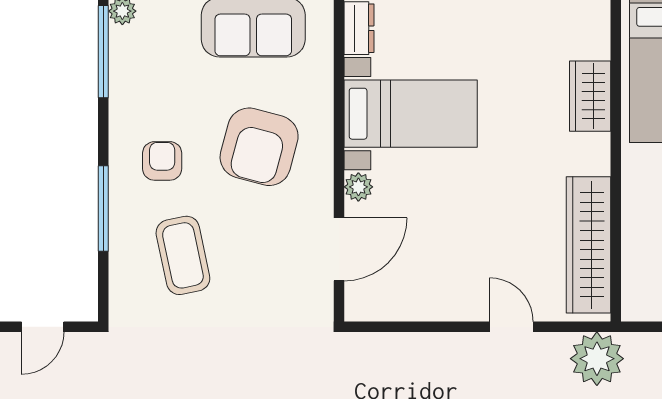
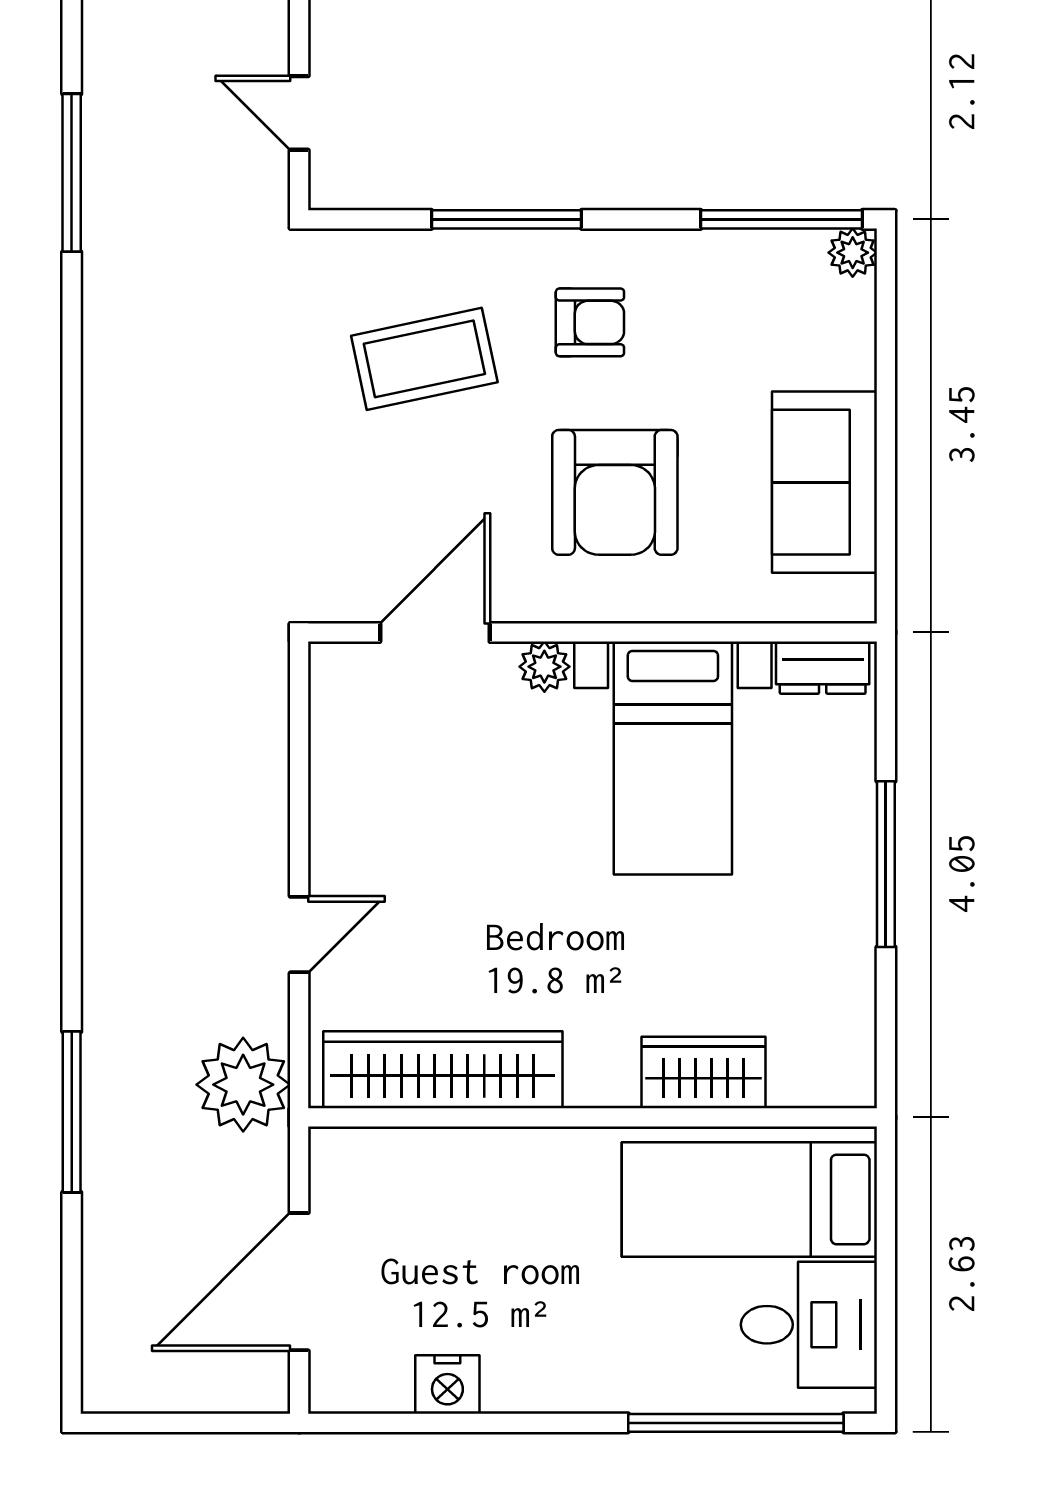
armchair: (259, 147) -> (615, 492), turned -105
door: (339, 249) -> (435, 632), swing flipped

